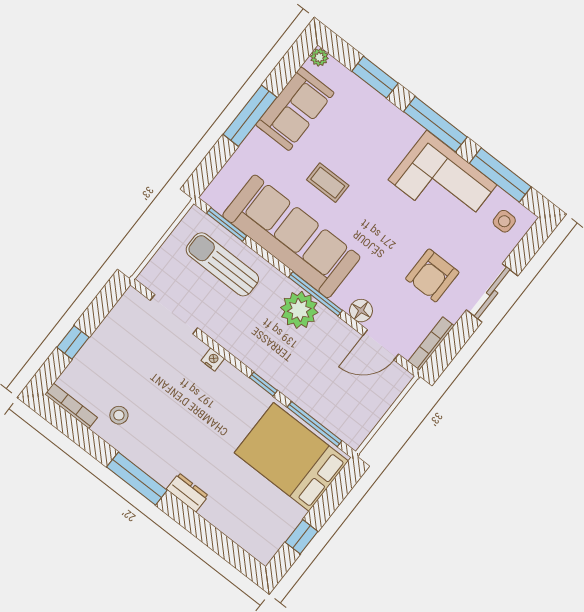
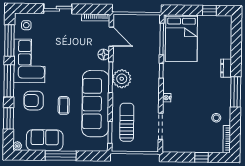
sun lounger: (222, 264) -> (127, 122), turned 180
armchair: (432, 275) -> (34, 101), moved, turned 180

